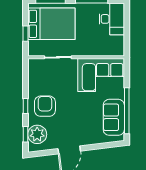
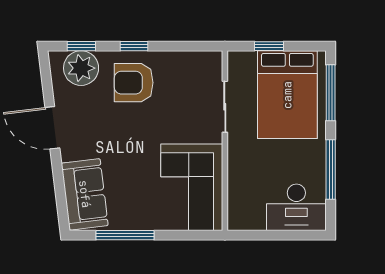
armchair: (45, 106) -> (134, 83), turned 180
window: (127, 111) -> (125, 235), width x0.68
sofa: (114, 117) -> (85, 194), moved, turned 83

